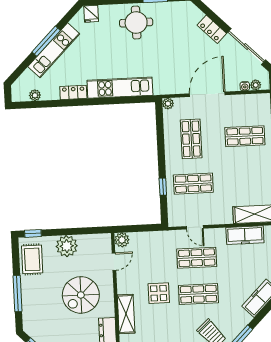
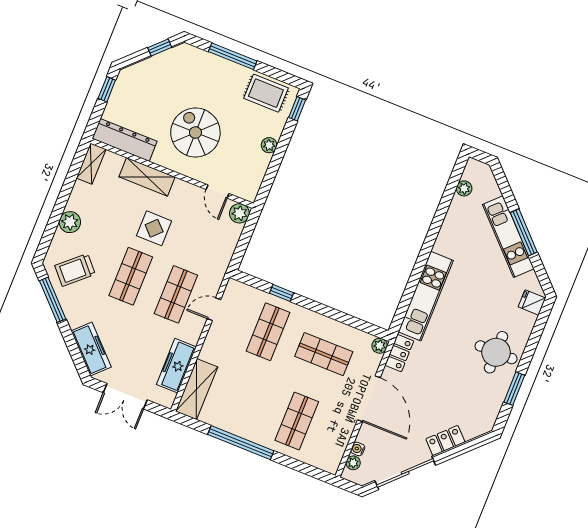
locker: (73, 92) -> (399, 353), moved
plant: (67, 246) -> (269, 145), width x0.53, depth x0.53

